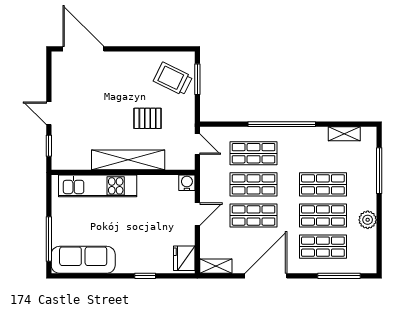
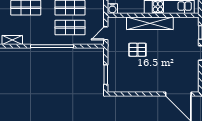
trolley: (173, 79) -> (121, 75), removed
door: (197, 144) -> (106, 33), hinge flipped

